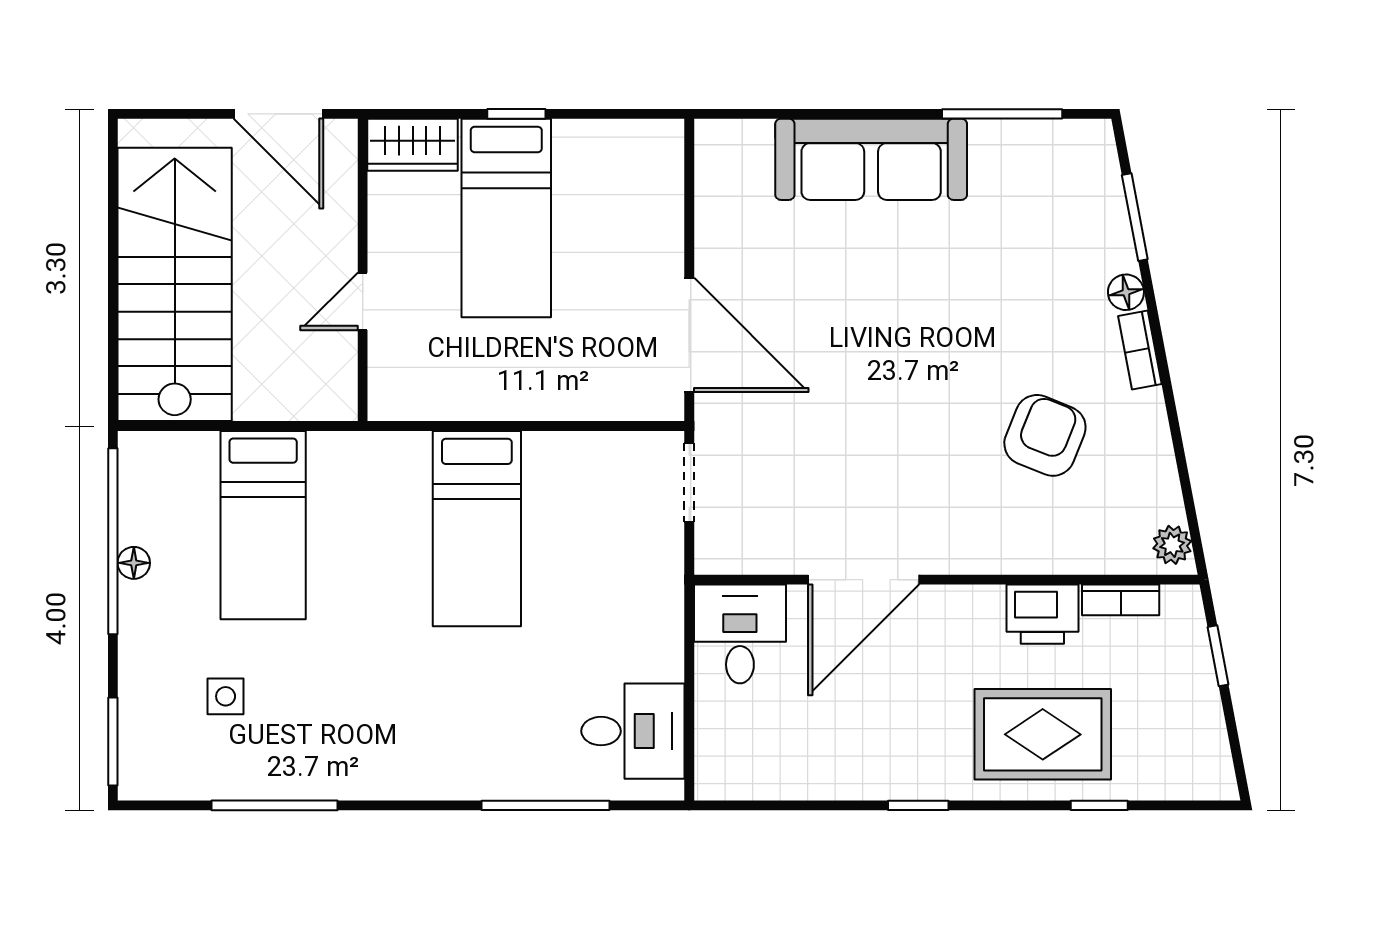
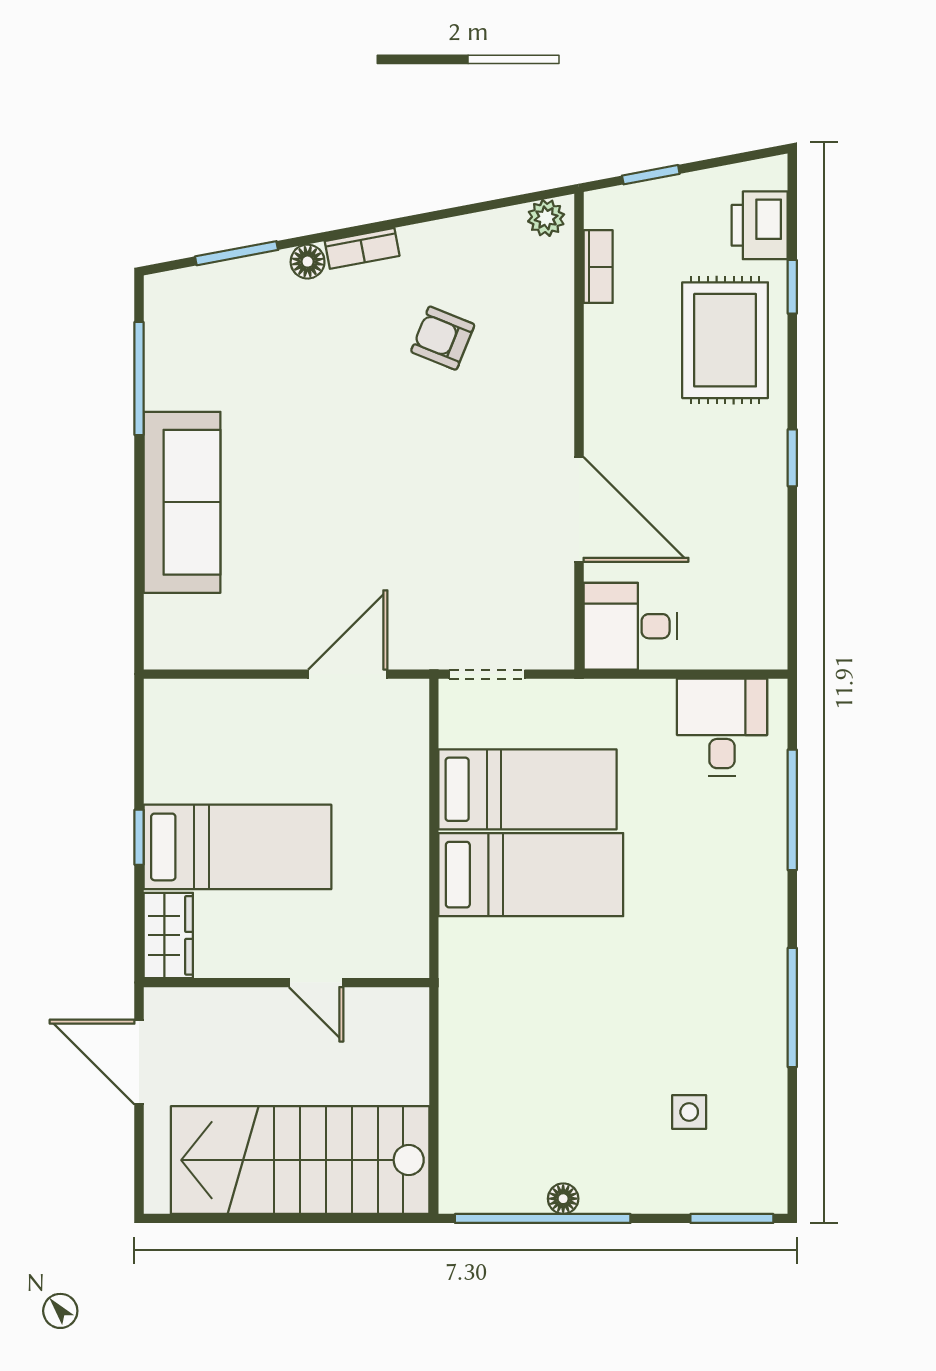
door: (279, 114) -> (139, 1062), swing flipped
door: (689, 335) -> (348, 674), width x0.73
armchair: (1045, 435) -> (443, 338), width x0.72, depth x0.72
bed: (263, 525) -> (527, 789), moved
printer: (1042, 614) -> (760, 225), moved, turned 180
window: (274, 805) -> (792, 1008), moved

